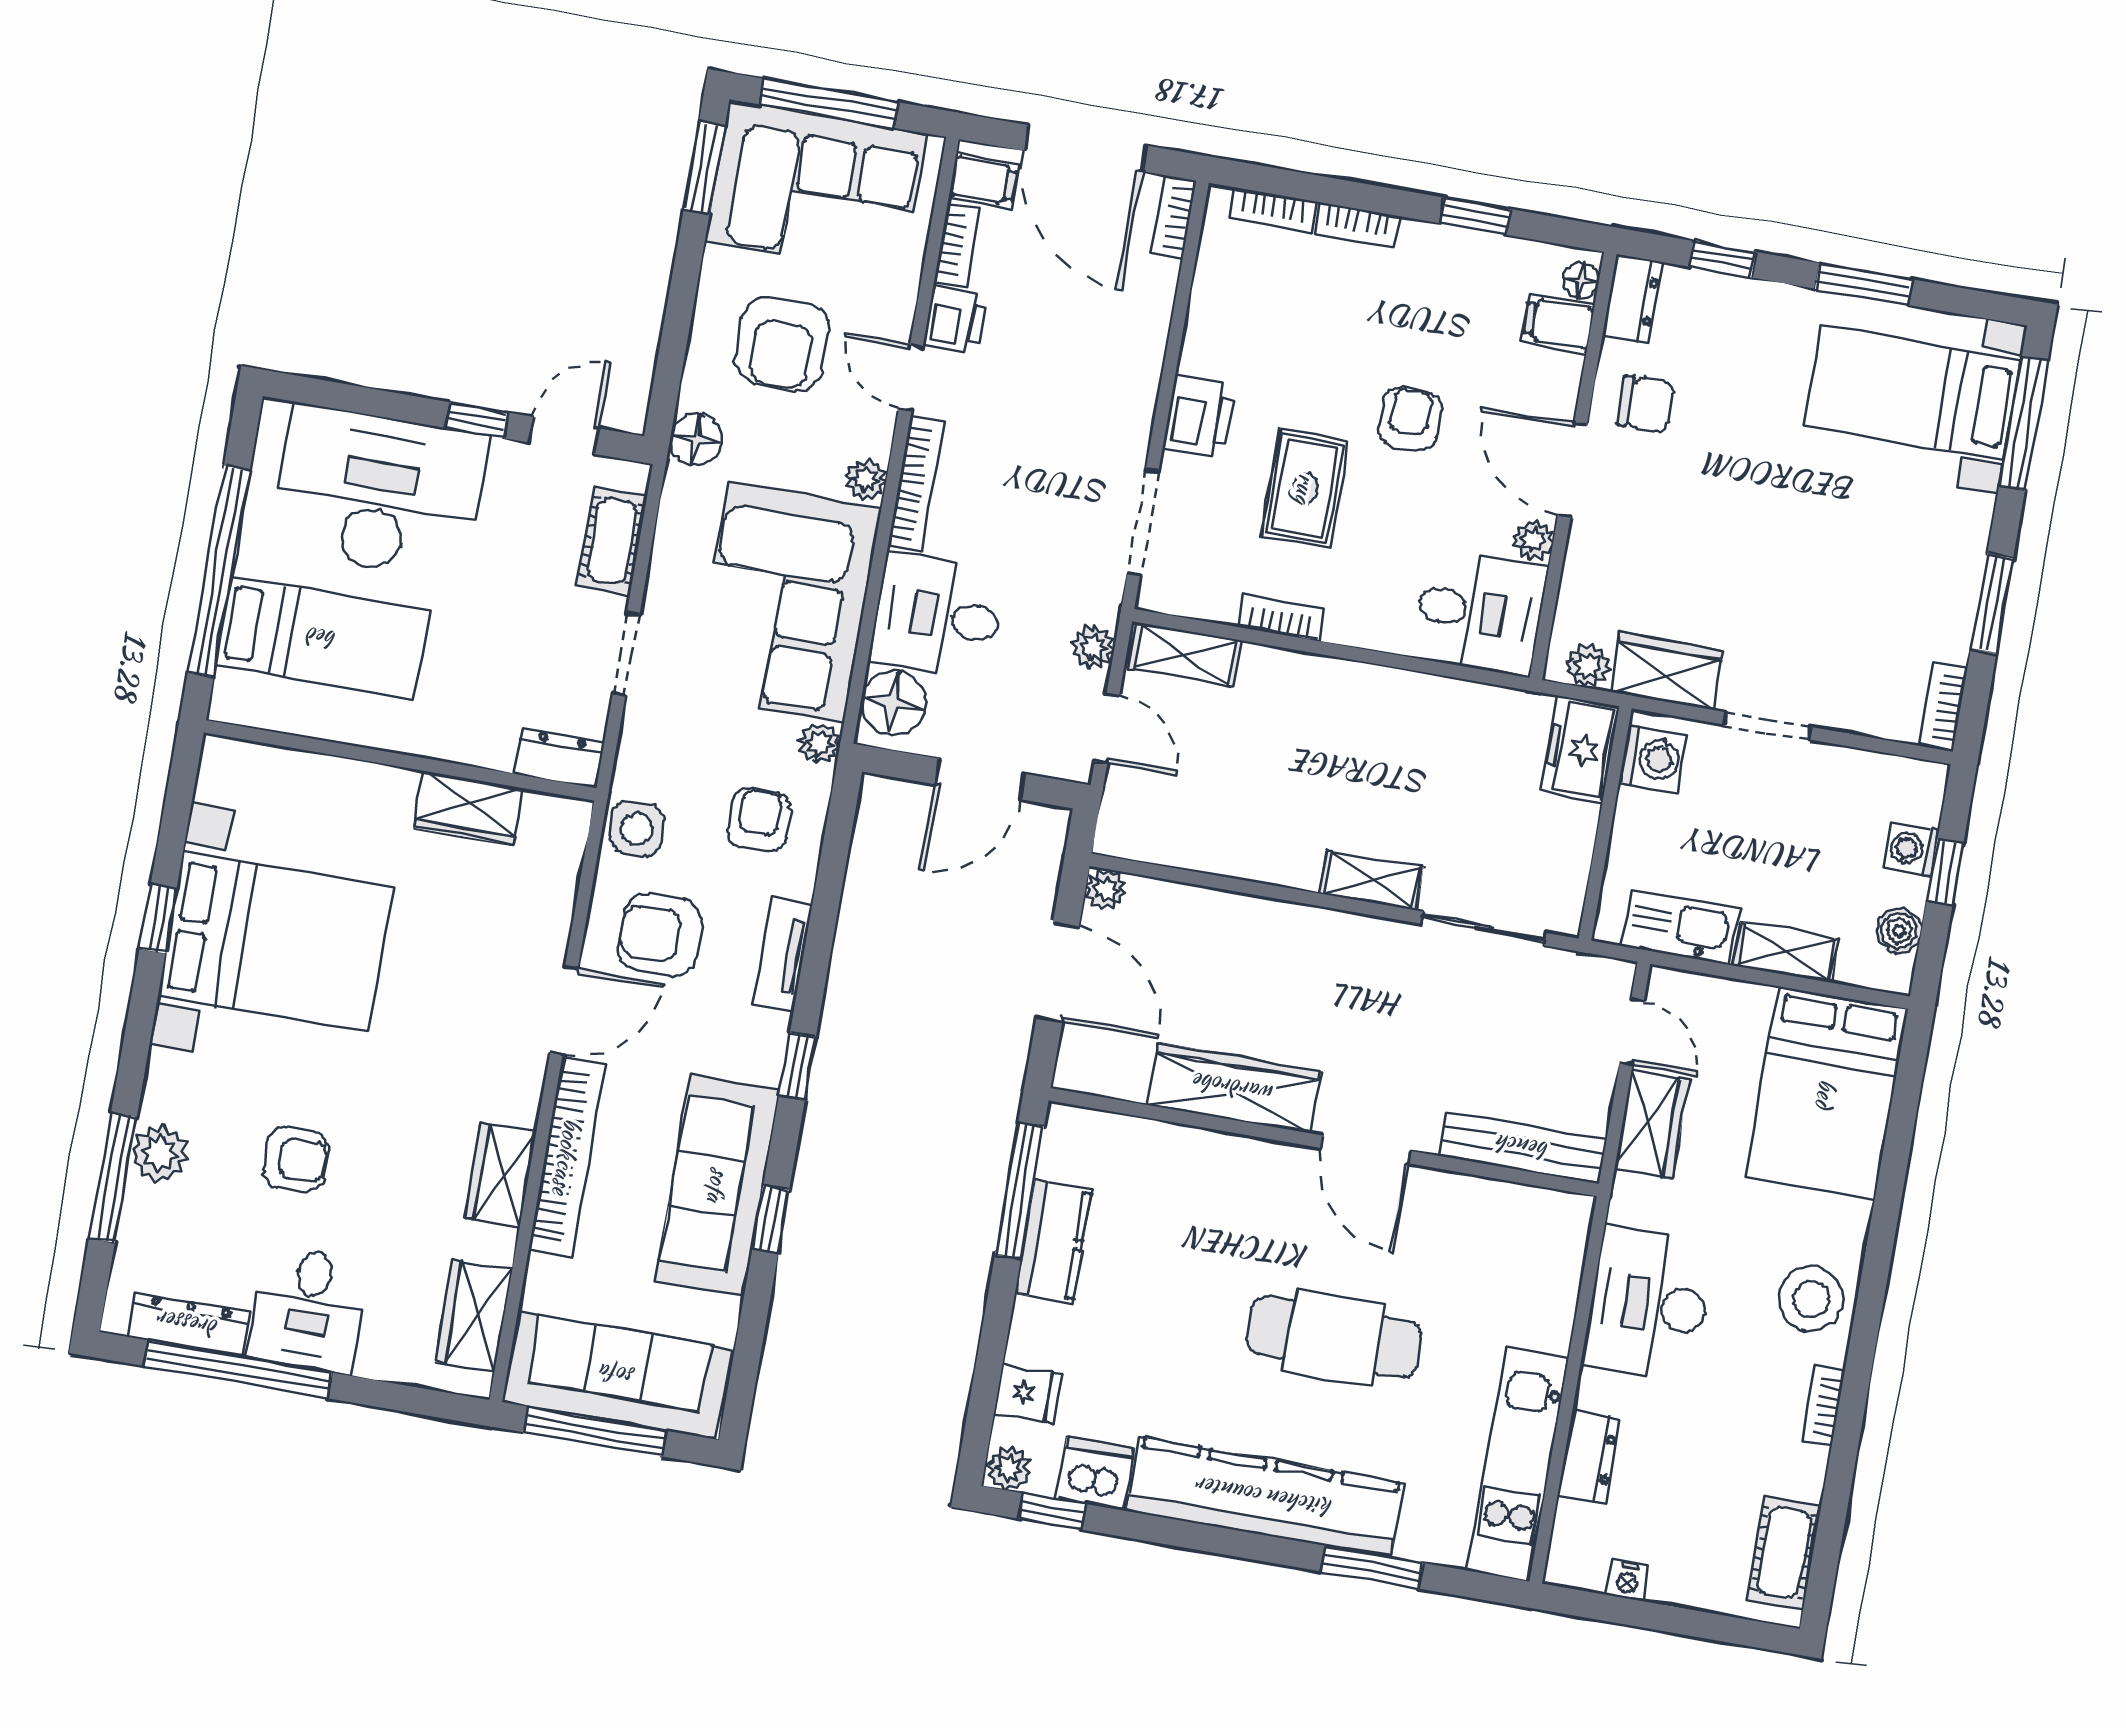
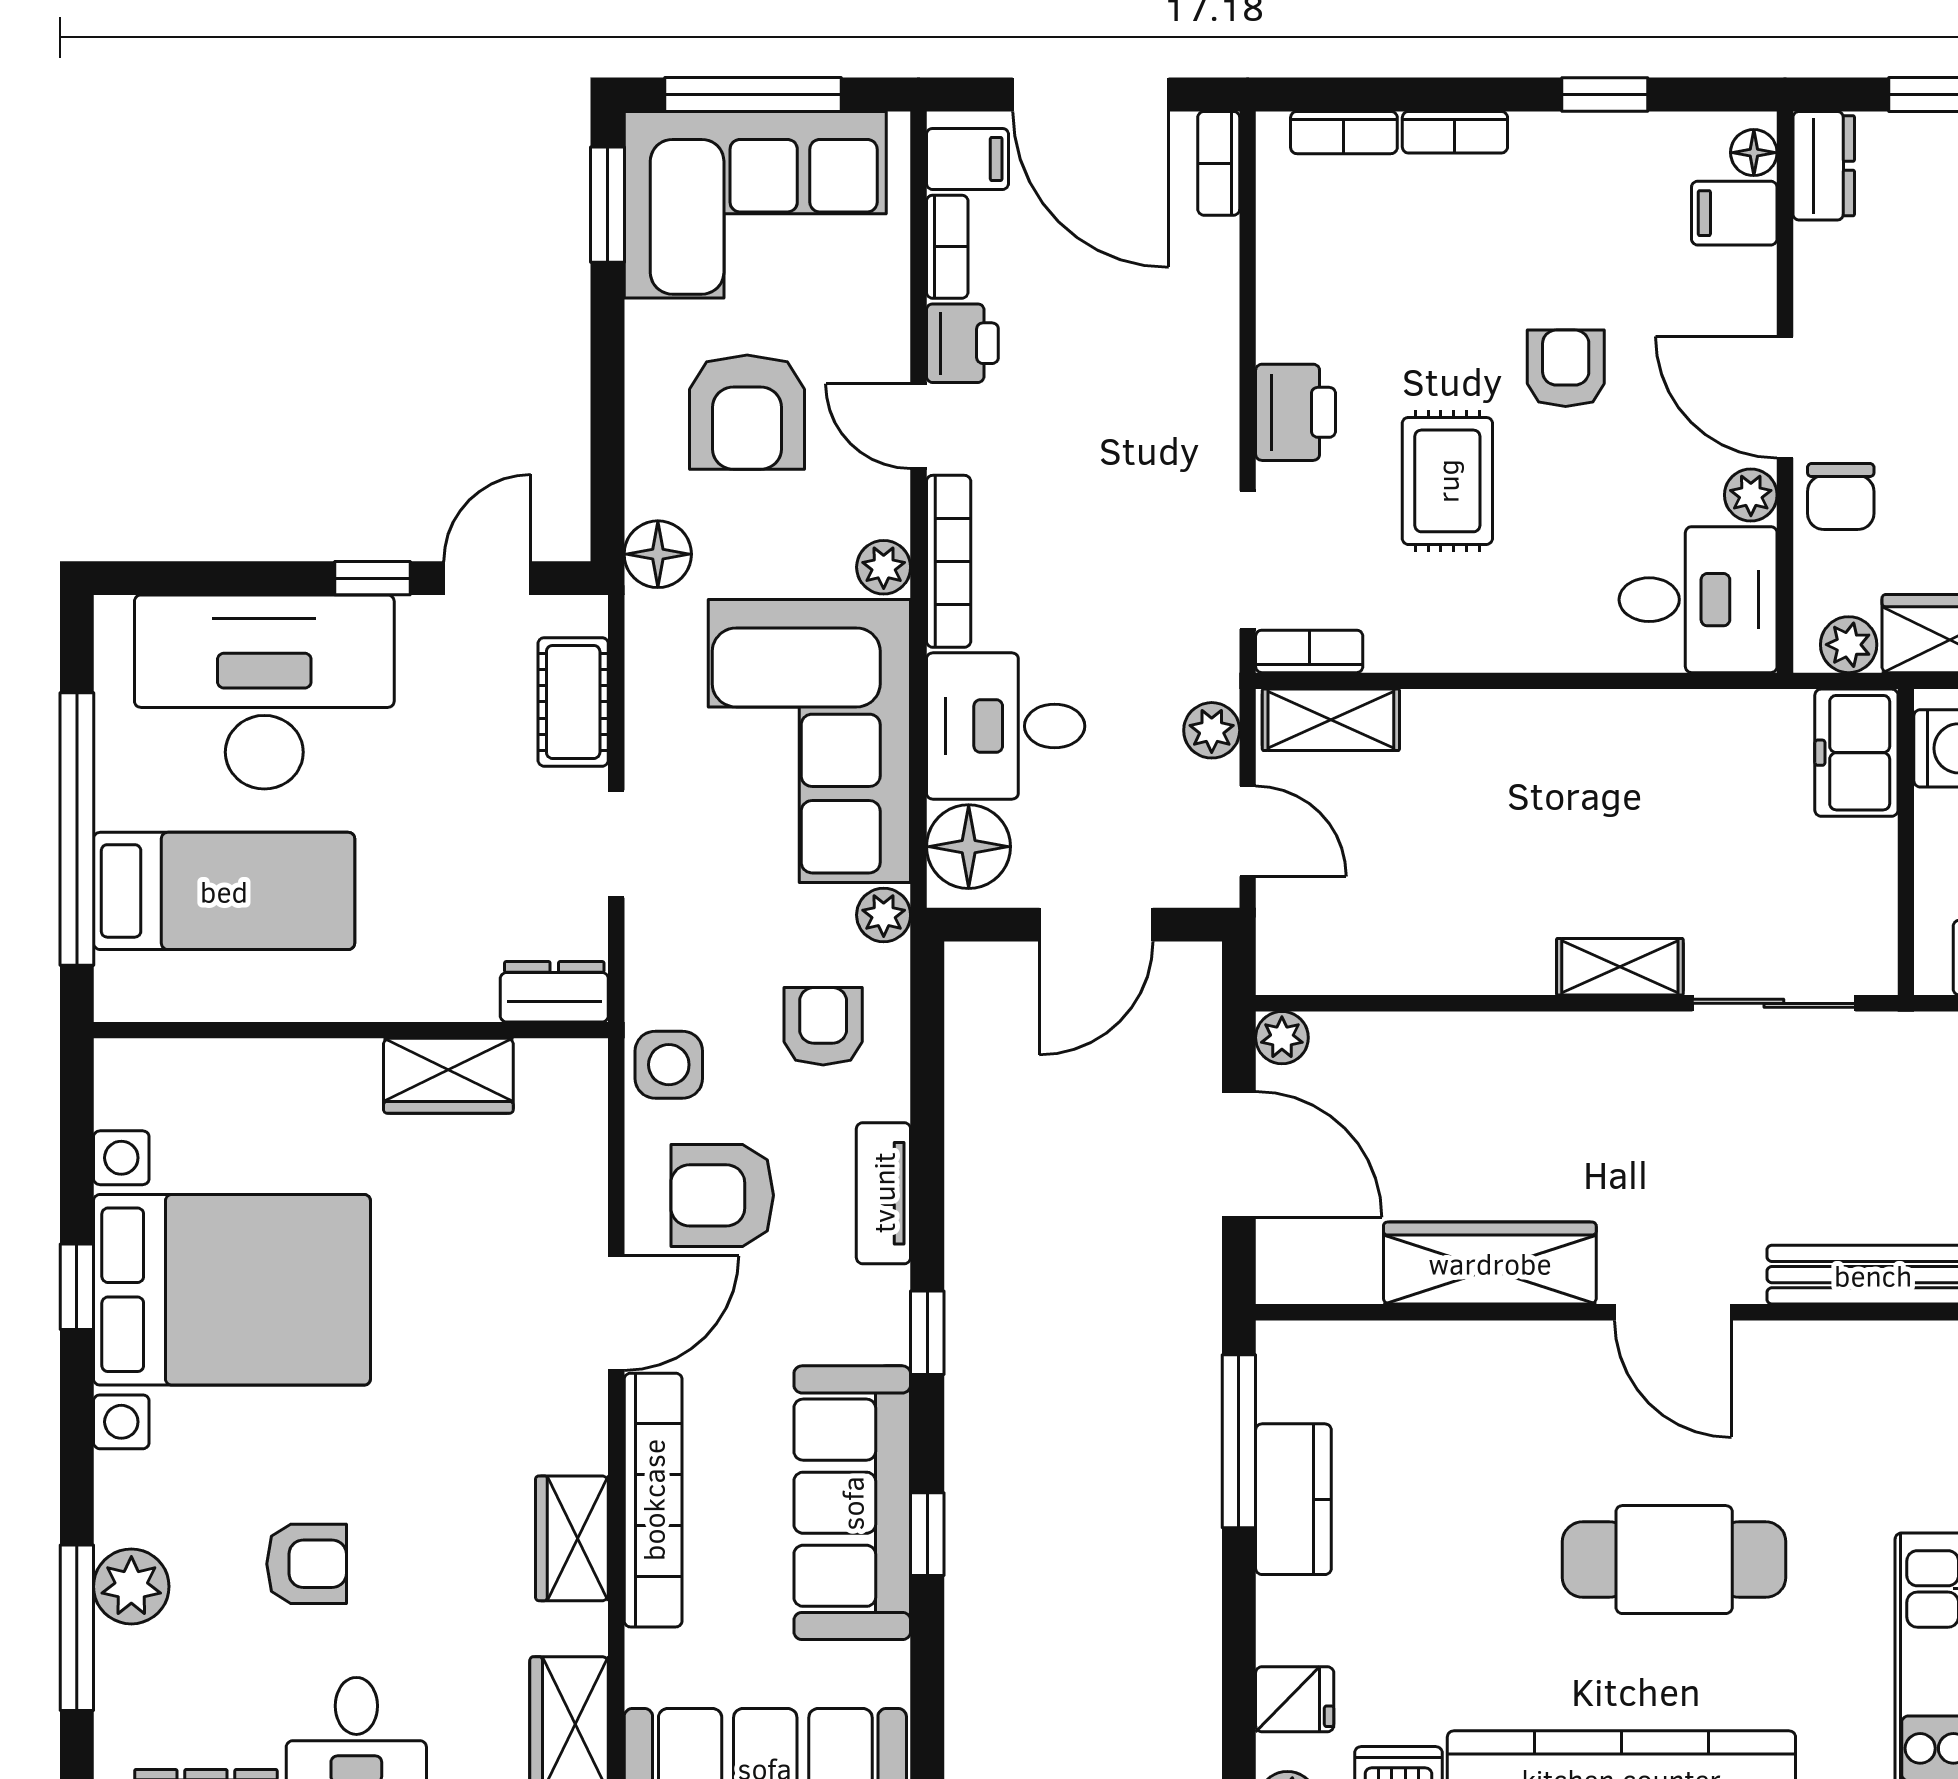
chair: (1646, 404) -> (1841, 497), moved, turned 90
bookcase: (1282, 618) -> (1309, 651), moved

